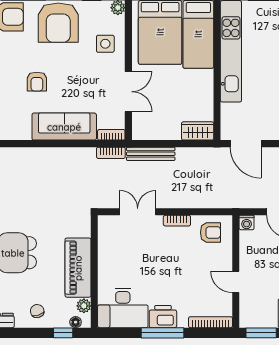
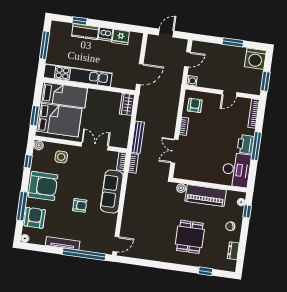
plant: (84, 306) -> (181, 188), moved

